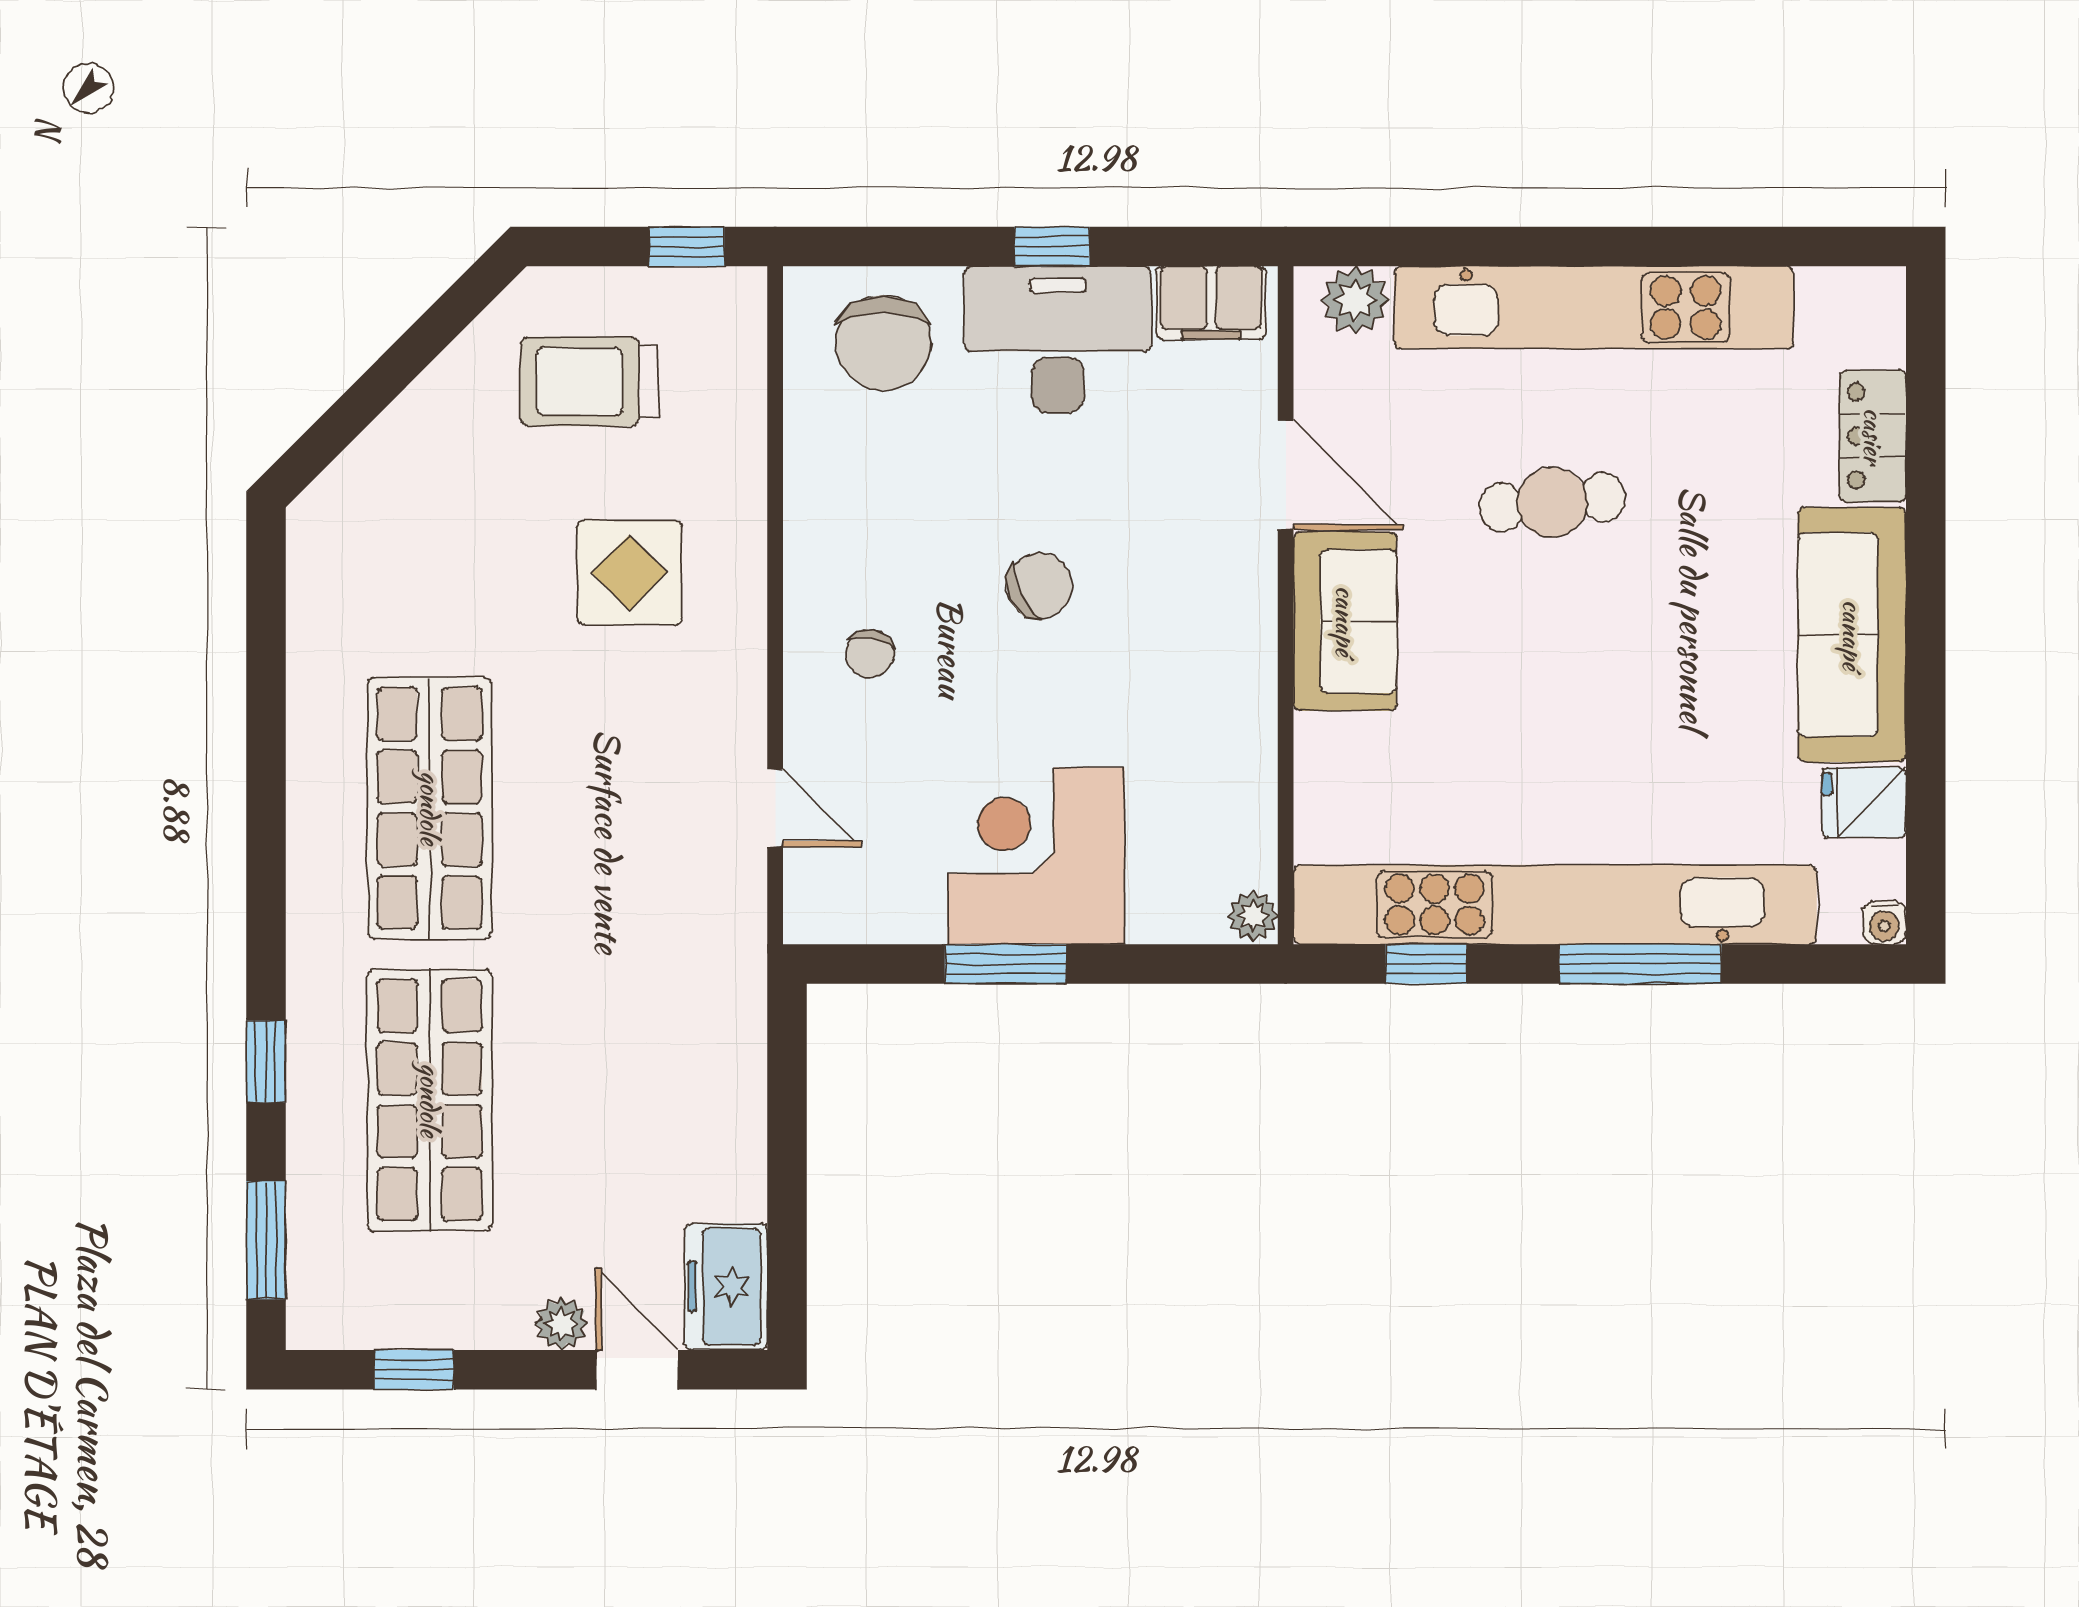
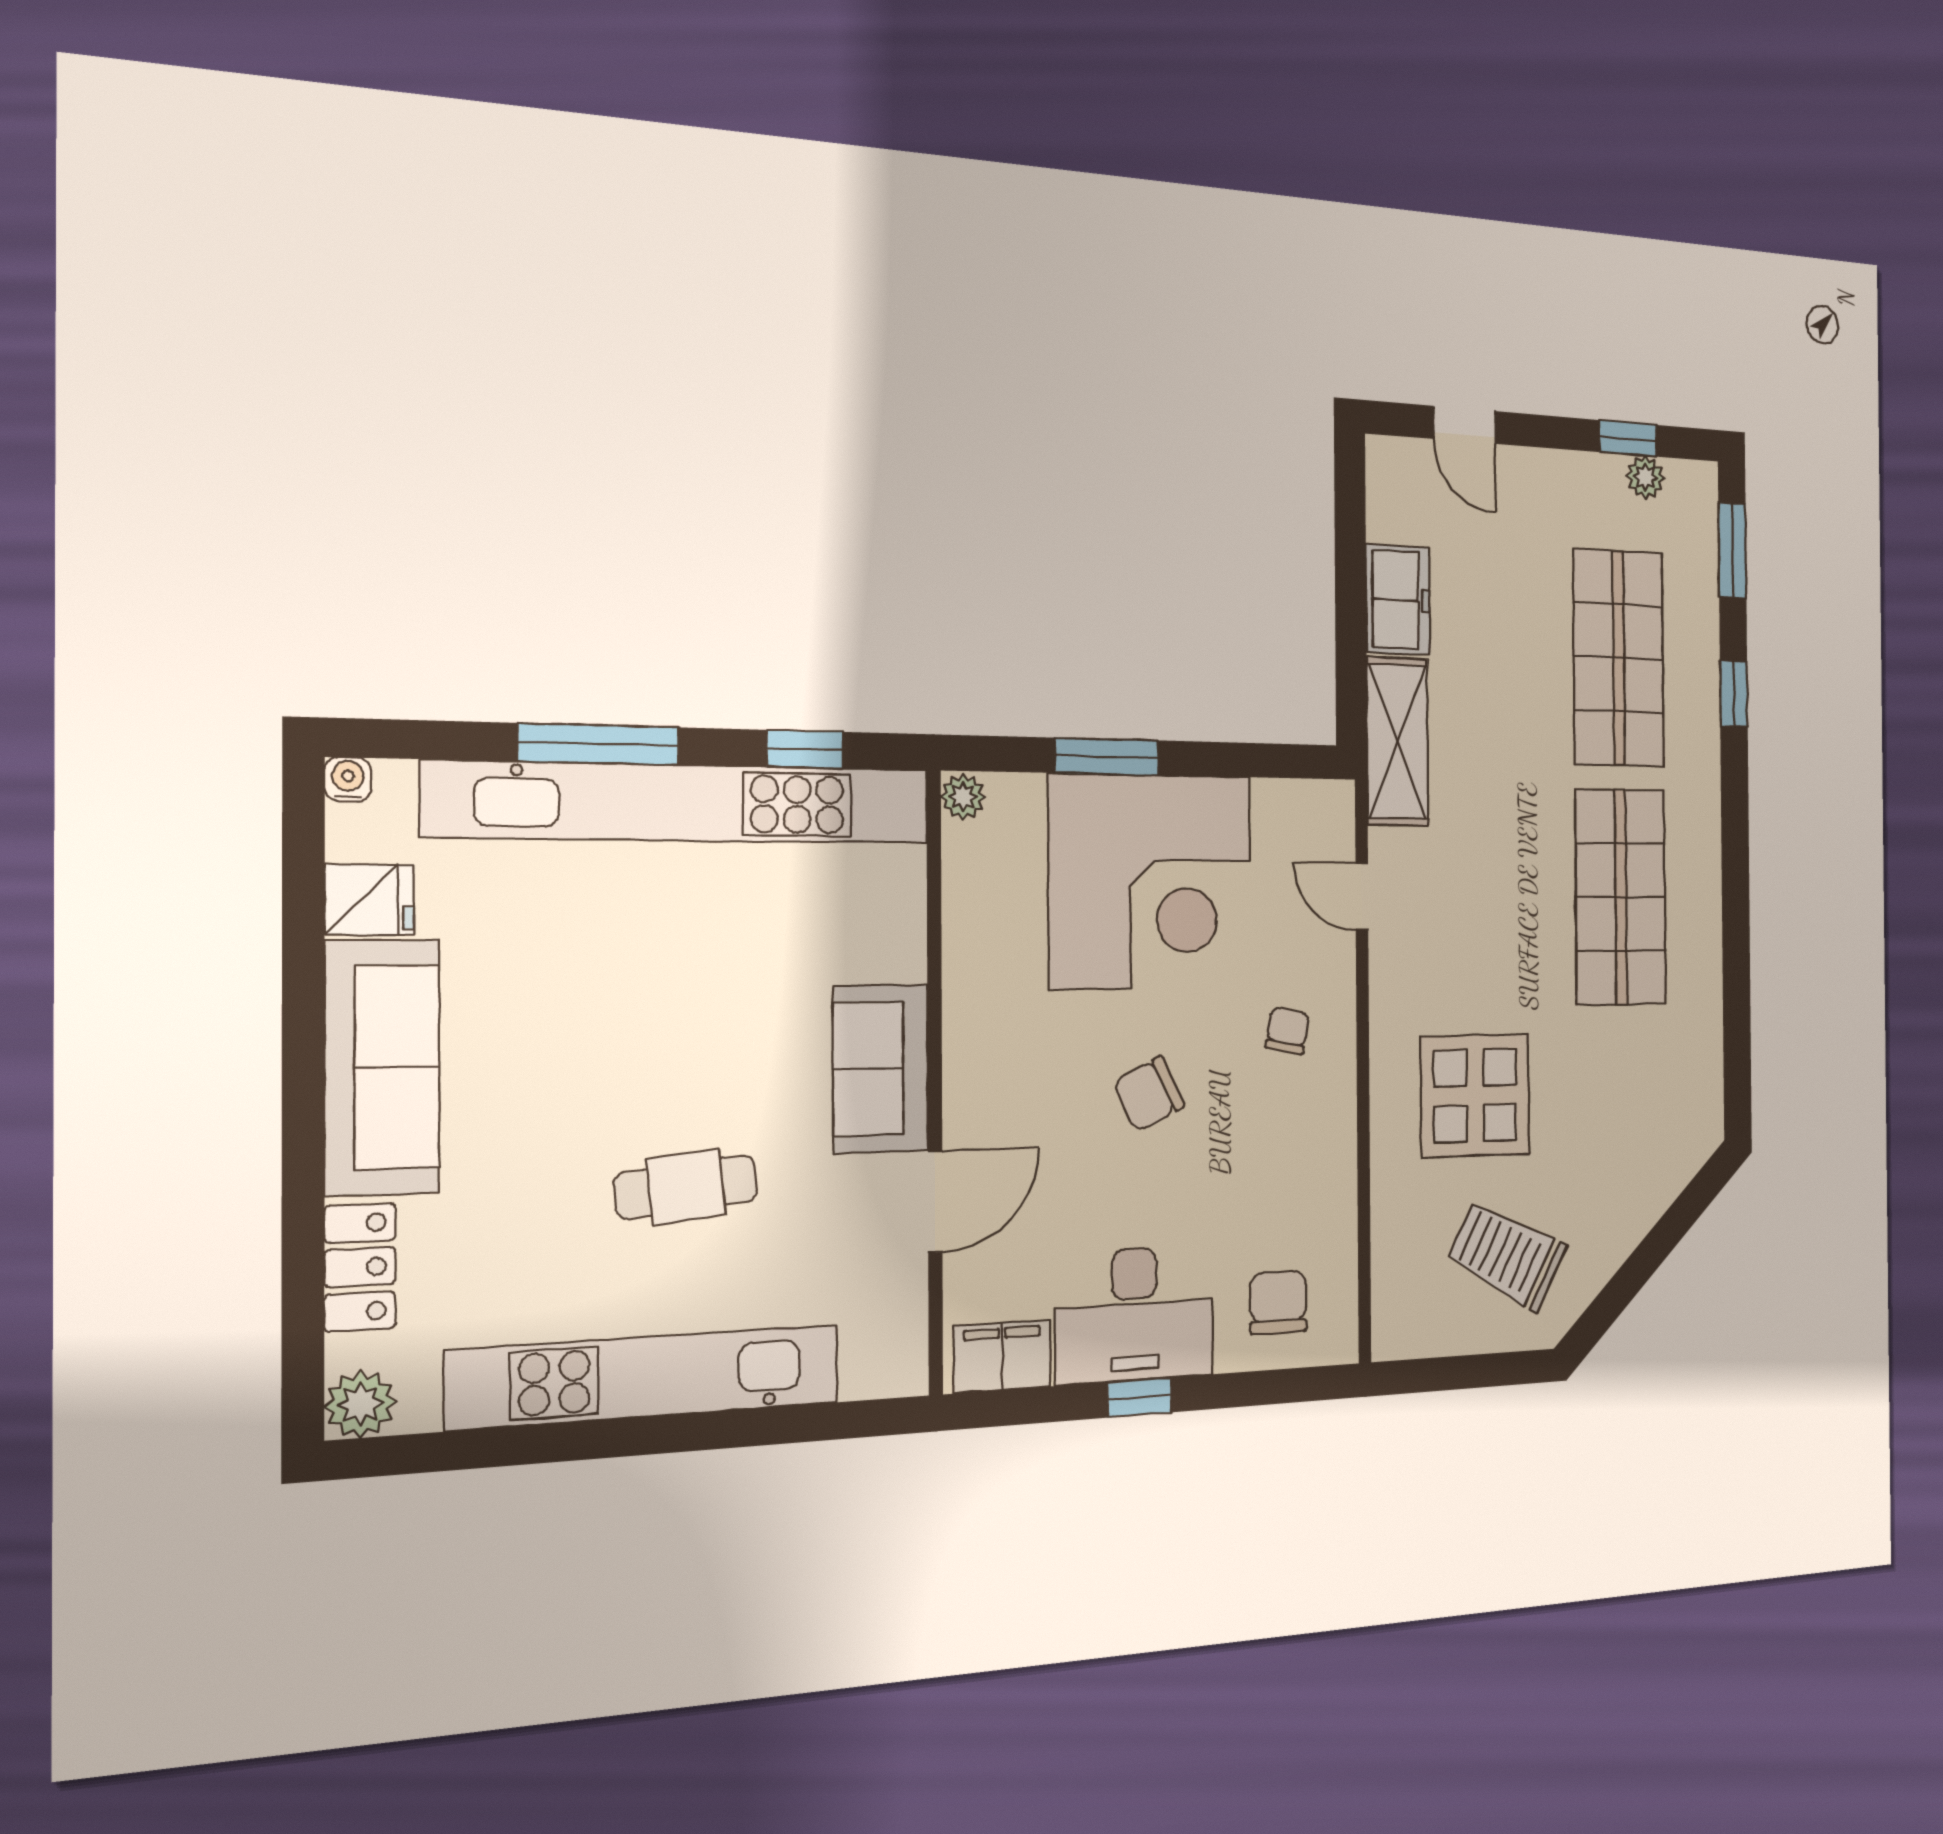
window: (687, 247) -> (1434, 1375), removed
plant: (1355, 300) -> (360, 1404), moved
chair: (883, 343) -> (1278, 1302), width x0.73, depth x0.73
trolley: (589, 381) -> (1507, 1255), turned -152
door: (1286, 475) -> (935, 1202), swing flipped
display table: (629, 573) -> (1475, 1095), width x1.36, depth x1.36
corner desk: (1036, 856) -> (1151, 882), width x1.36, depth x1.36
window: (1006, 964) -> (1107, 757), moved
shelving: (728, 990) -> (1398, 742), added
freezer: (726, 1287) -> (1398, 600), moved
plant: (562, 1324) -> (1645, 477), moved

